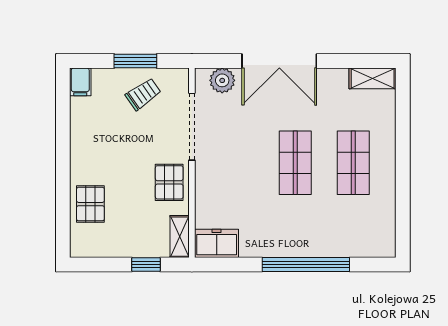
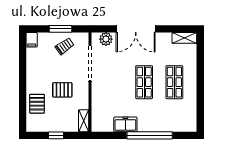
pallet: (169, 182) -> (62, 90), moved, turned 90
freezer: (217, 243) -> (125, 124), moved
window: (146, 265) -> (56, 135), moved

